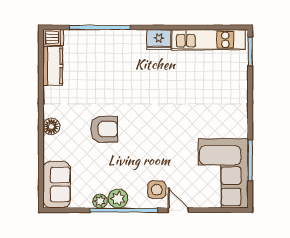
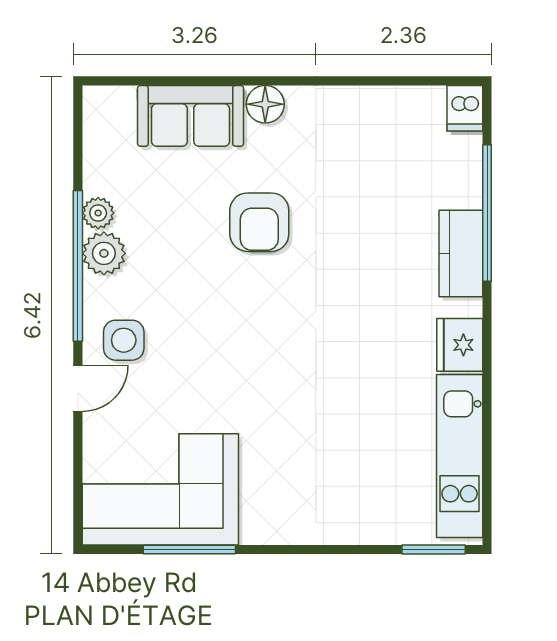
kitchen counter: (53, 66) -> (461, 254), moved, turned 90
sofa: (57, 185) -> (190, 116), moved

